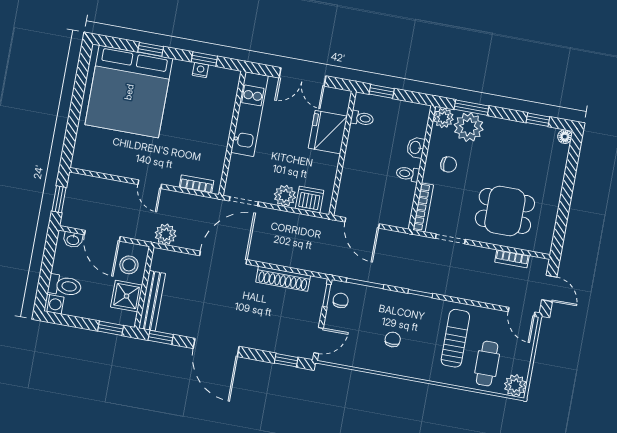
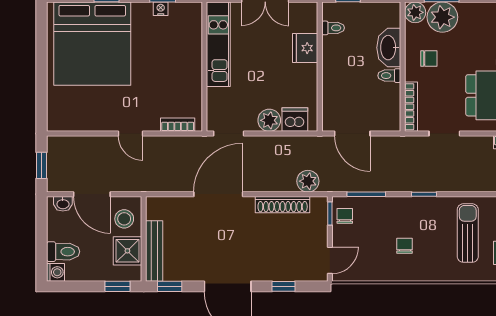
fridge: (328, 132) -> (305, 48), width x0.73, depth x0.75
washbasin: (416, 148) -> (389, 48), width x1.91, depth x1.45
plant: (166, 234) -> (308, 181), moved
window: (286, 360) -> (283, 286), moved

